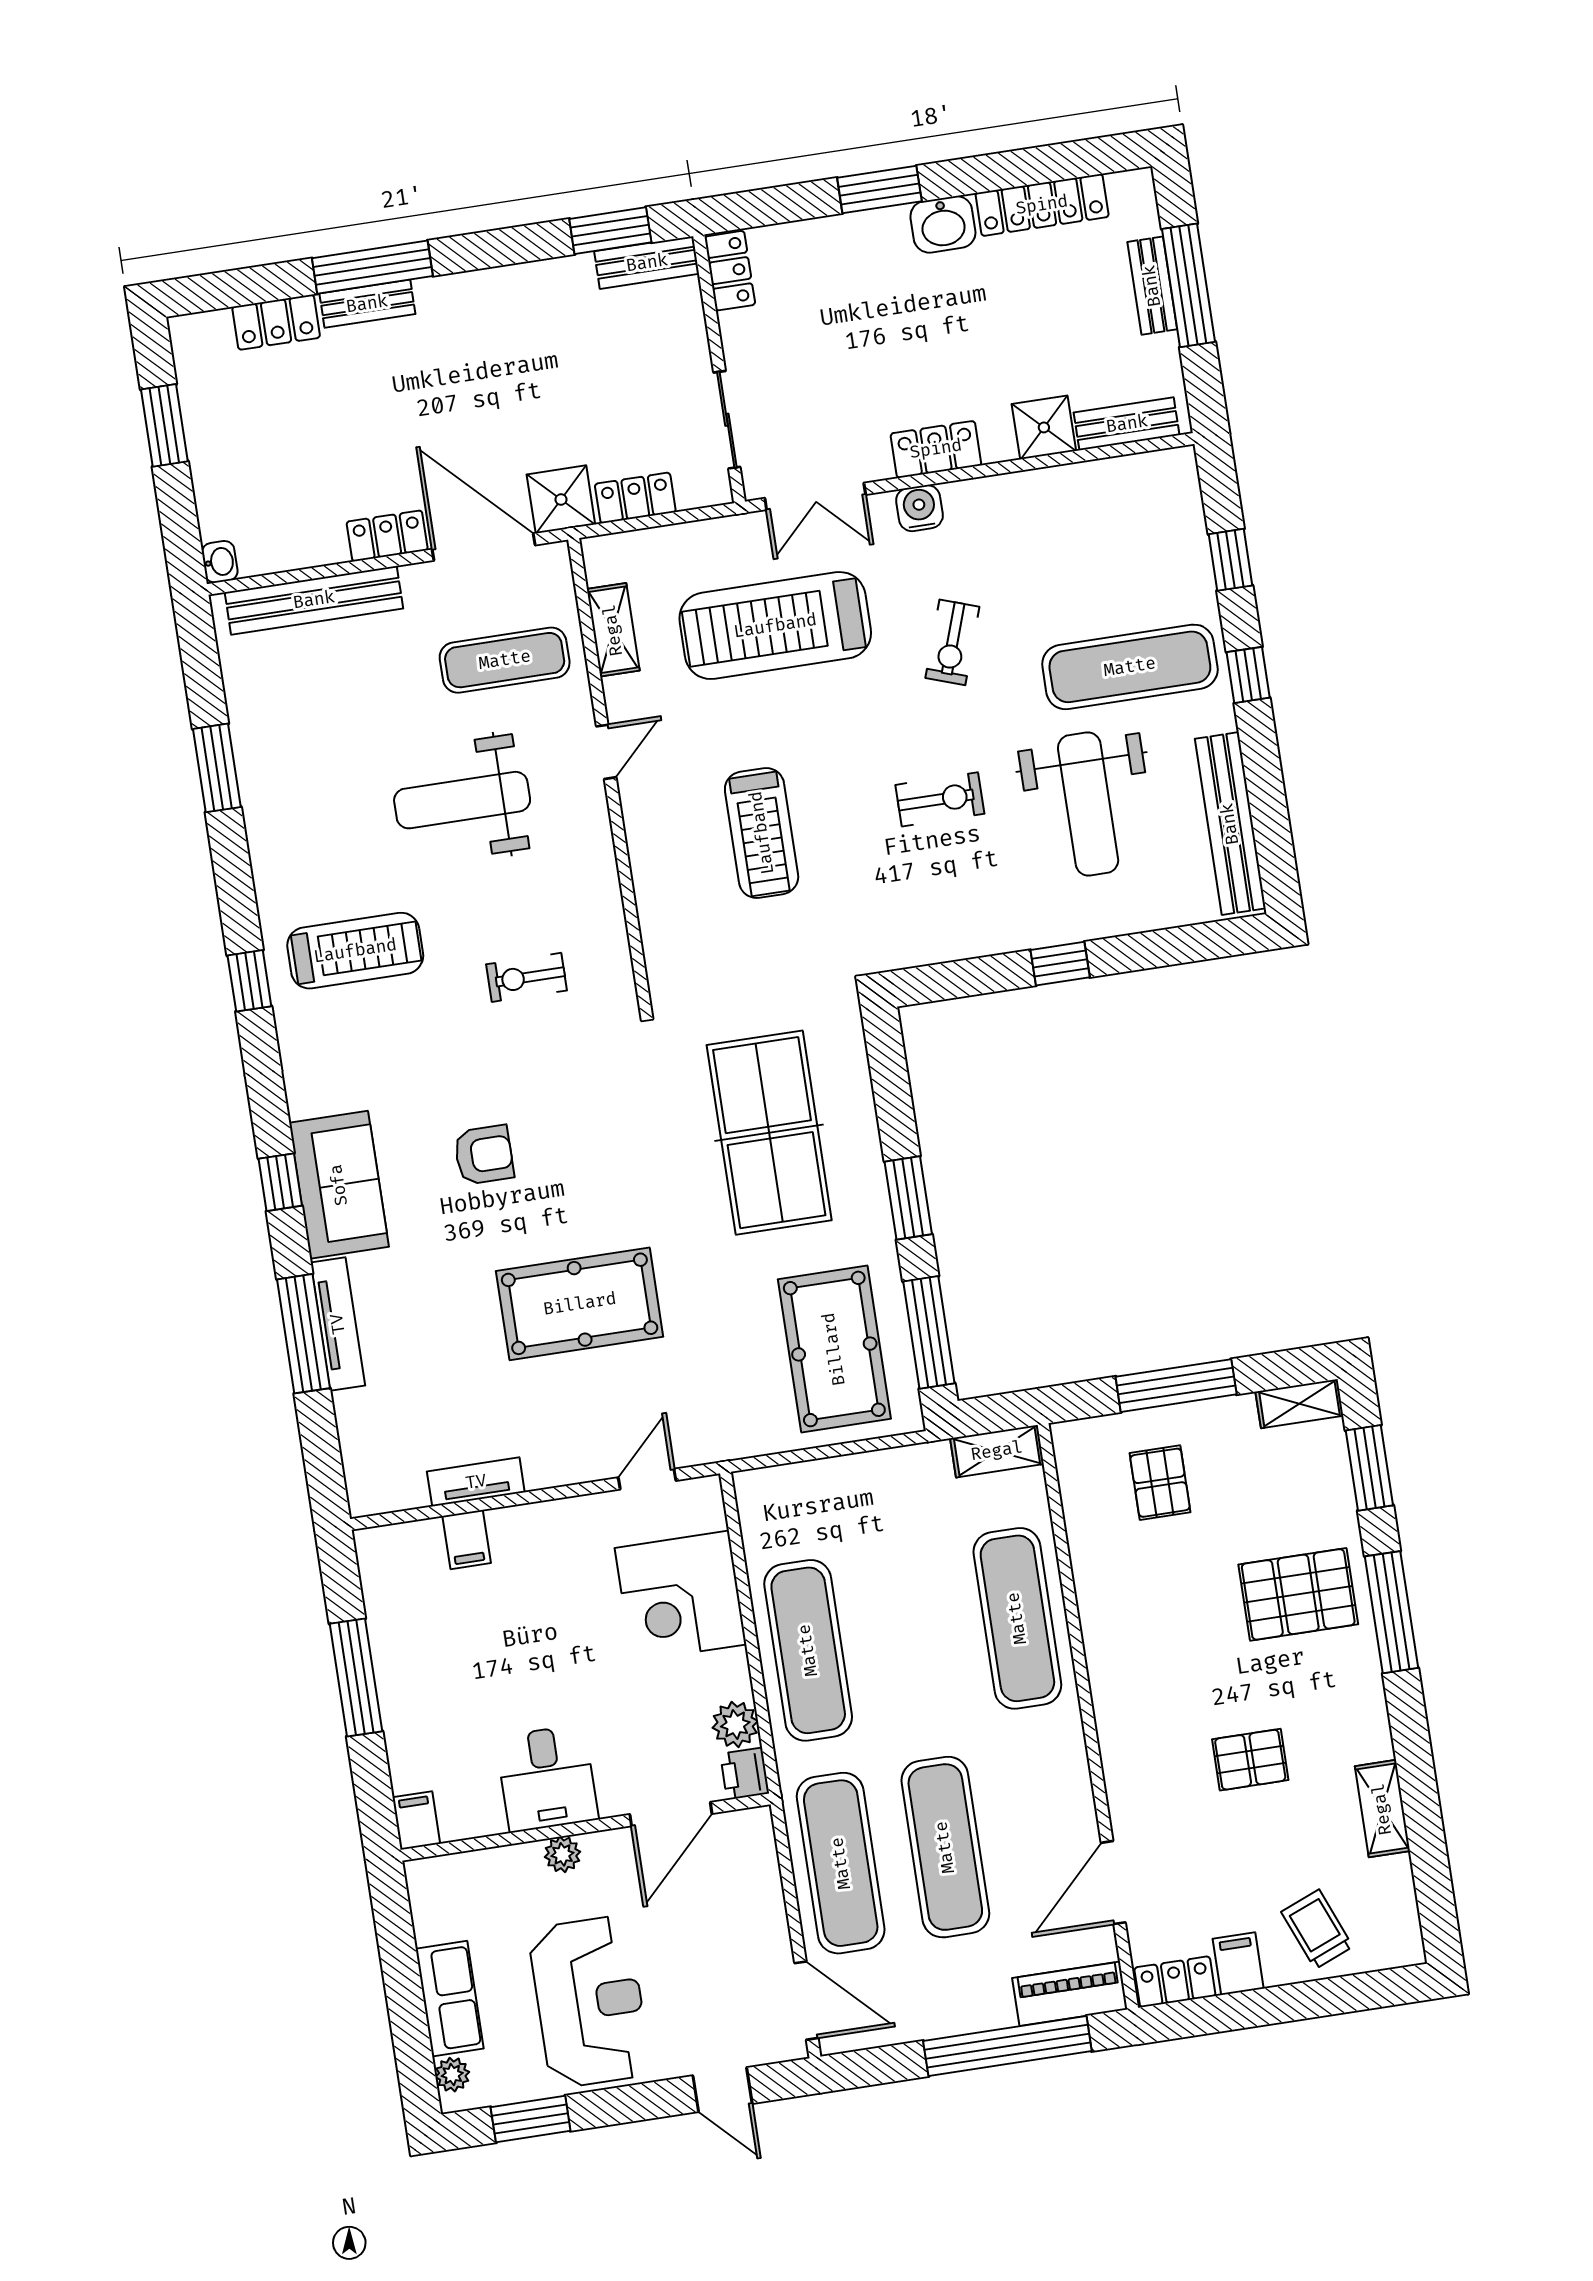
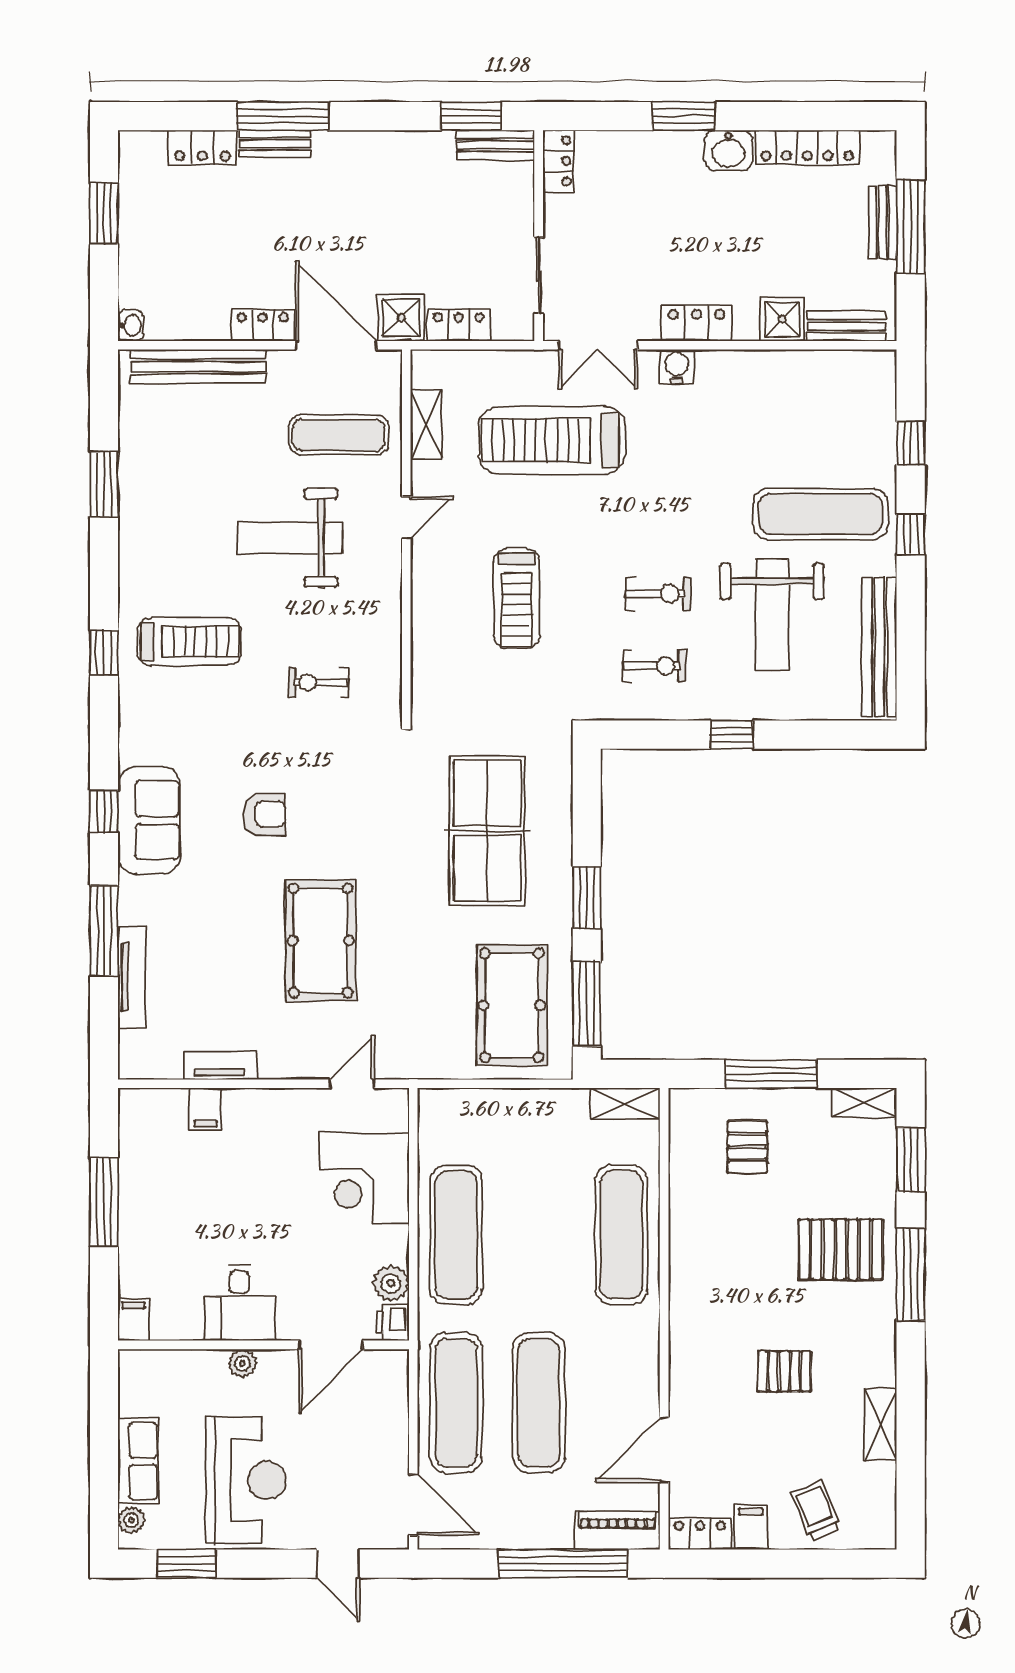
exercise bike: (952, 642) -> (654, 666), moved, turned -109
pool table: (580, 1304) -> (321, 940), turned 90
tv unit: (338, 1324) -> (132, 977), moved

